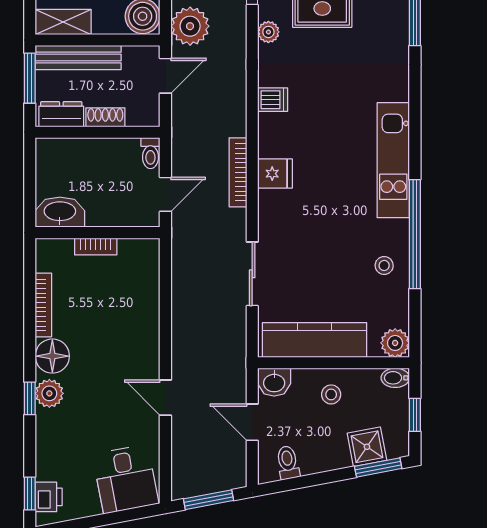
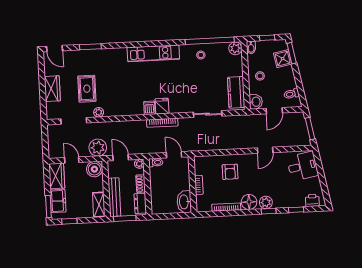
dishwasher: (273, 100) -> (149, 108), moved
plant: (150, 116) -> (139, 164), added
window: (415, 234) -> (210, 41), moved
armchair: (121, 317) -> (230, 172), added
kitchen counter: (315, 340) -> (236, 92), width x0.67
window: (30, 494) -> (296, 210), moved

